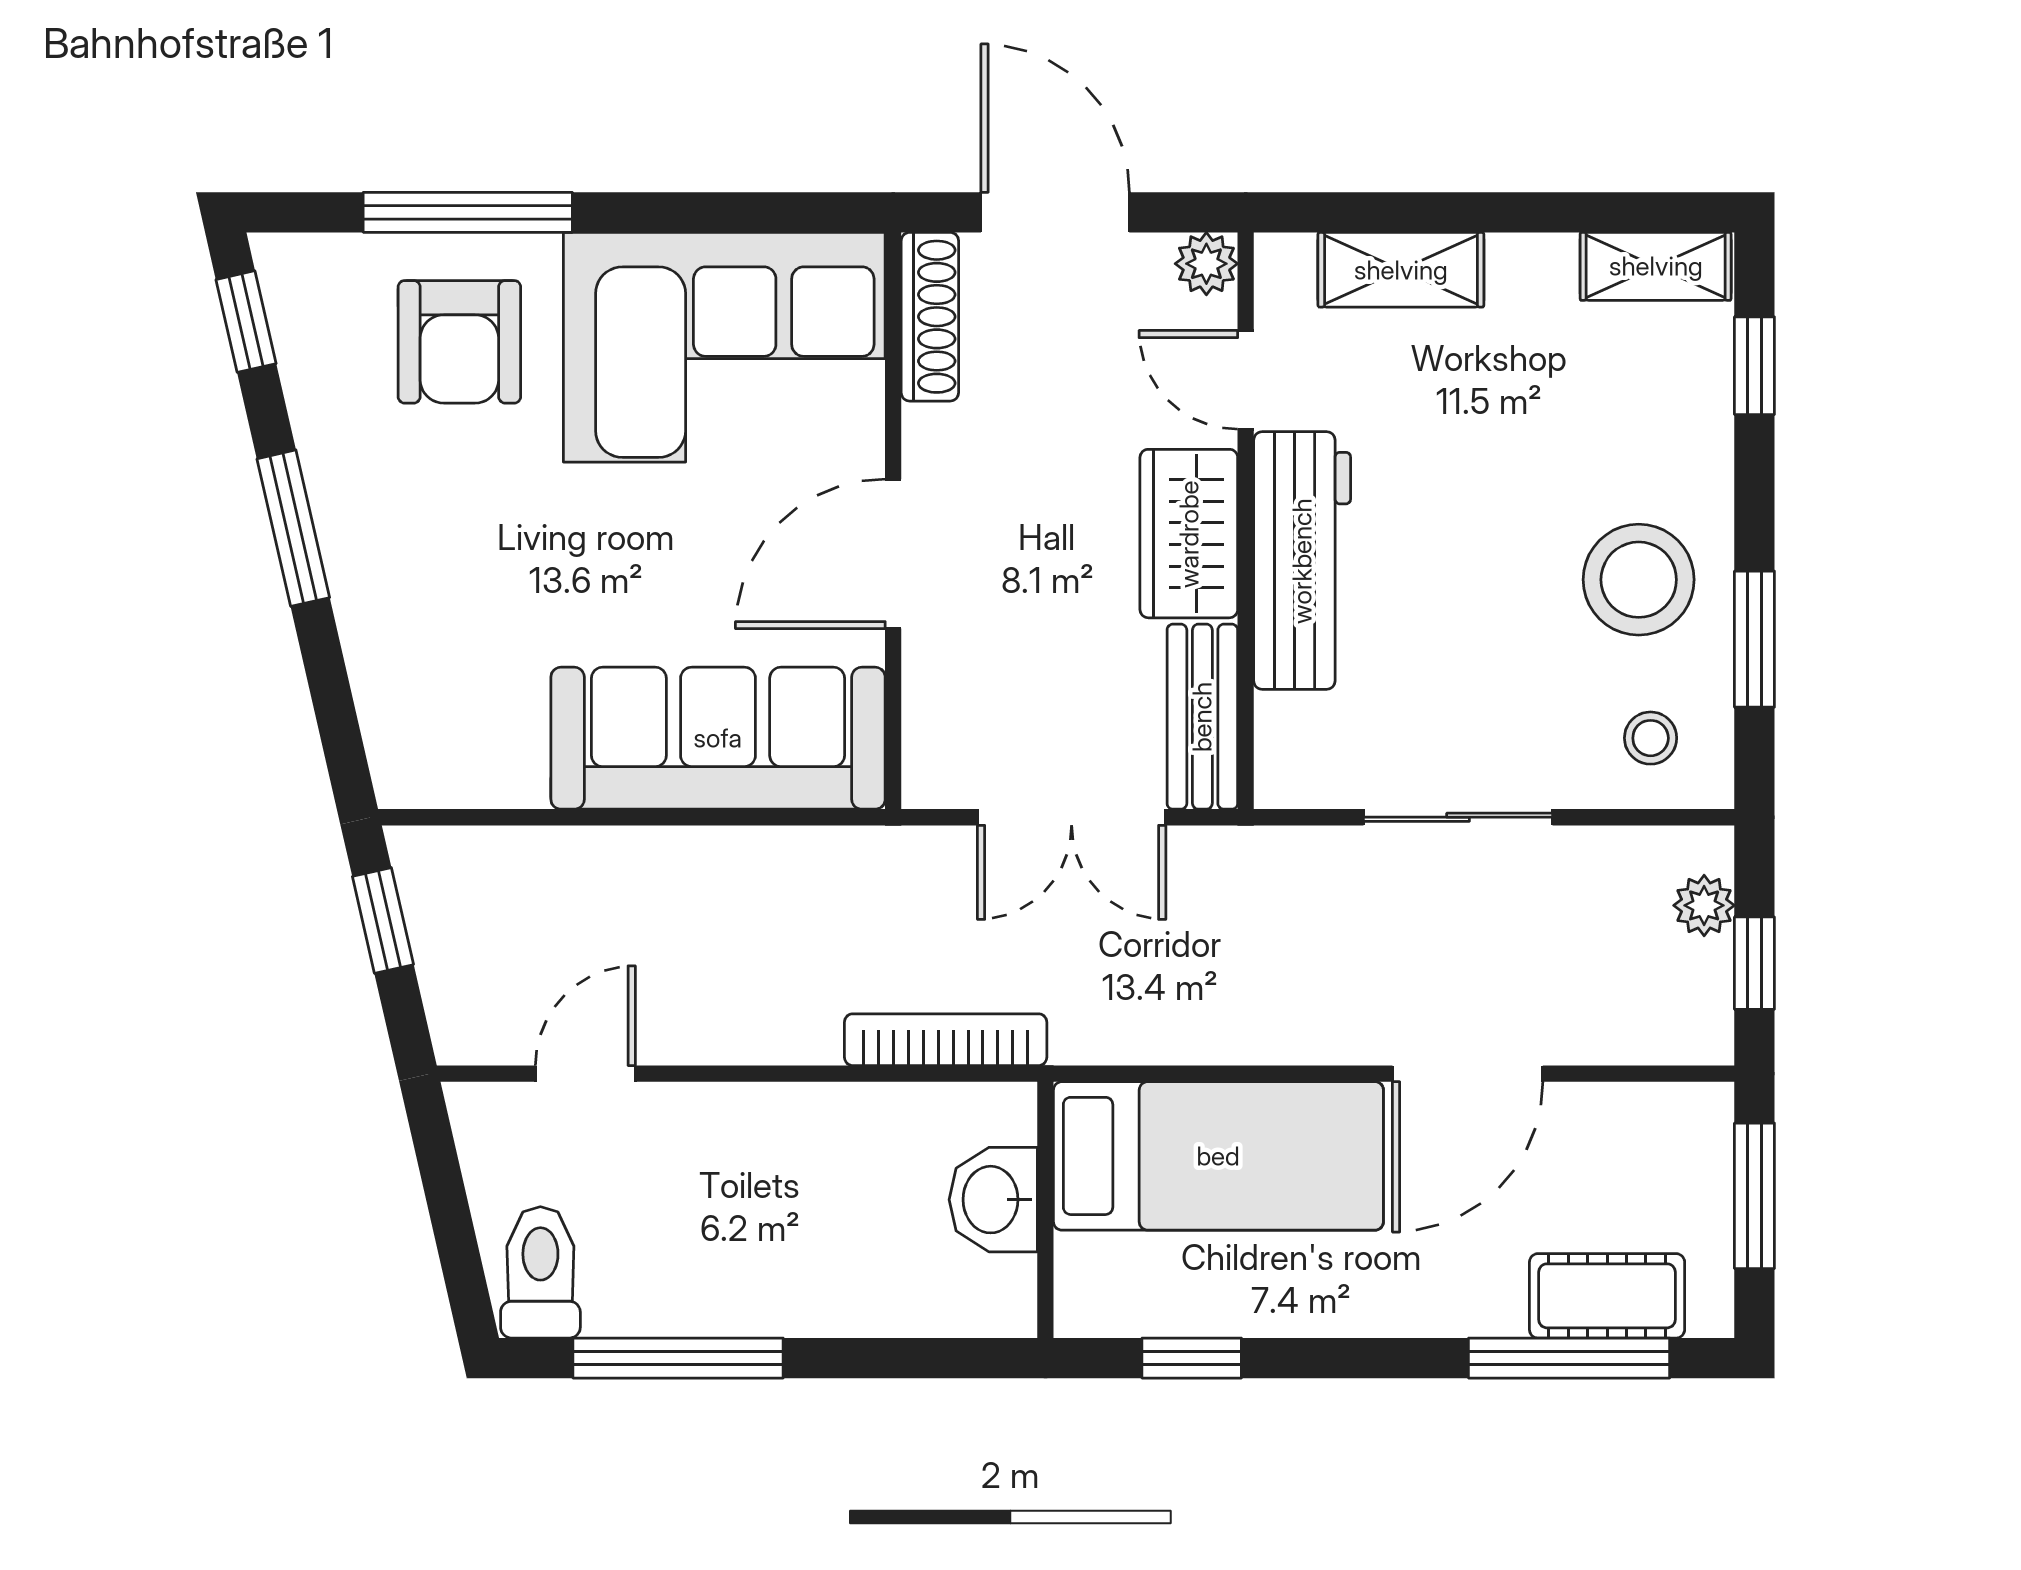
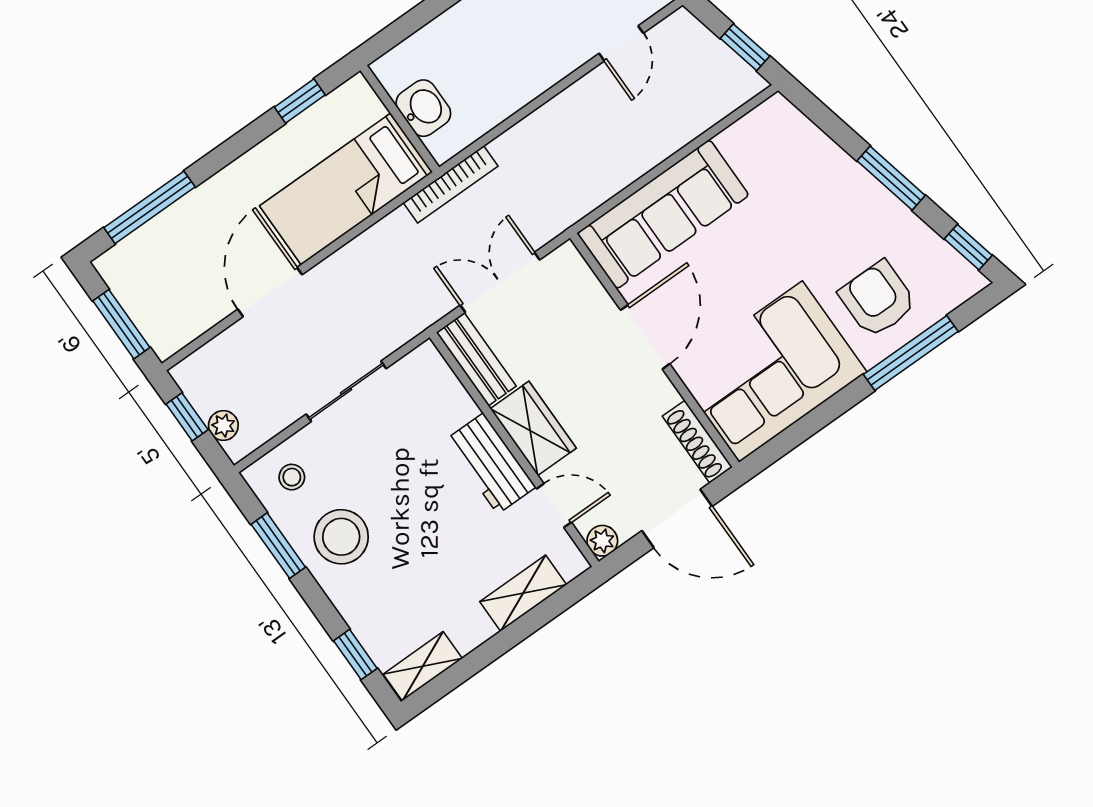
workbench: (1302, 561) -> (490, 464), width x0.73
bookcase: (946, 1040) -> (451, 184), moved
cot: (1607, 1296) -> (152, 243), removed

